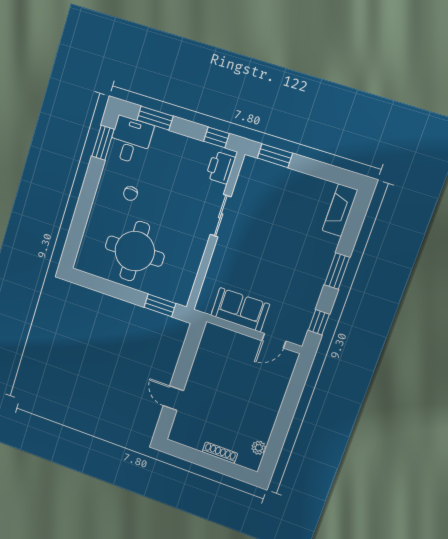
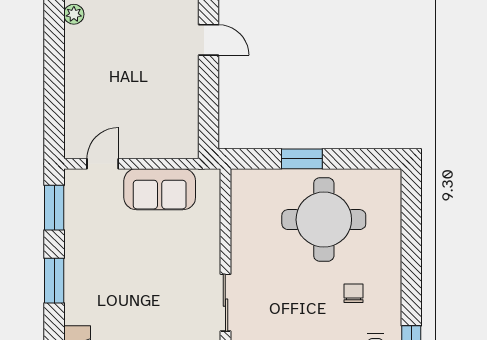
window: (160, 305) -> (302, 159), moved
window: (319, 322) -> (54, 208), width x1.50

